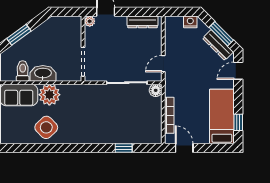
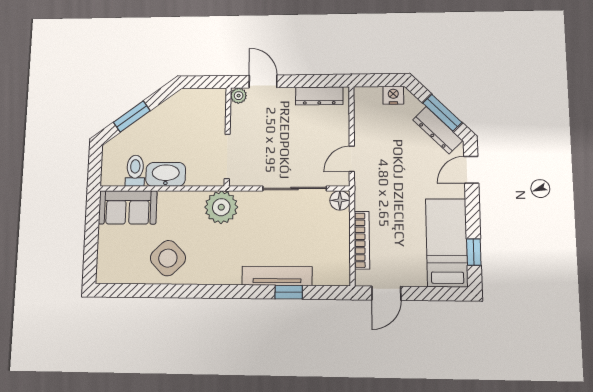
plant: (49, 95) -> (221, 207), moved
tv unit: (116, 138) -> (277, 276), added
door: (184, 148) -> (386, 293), swing flipped

